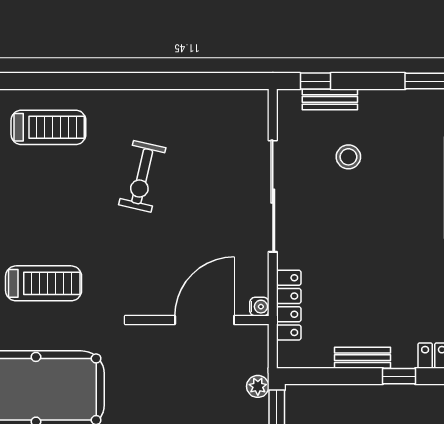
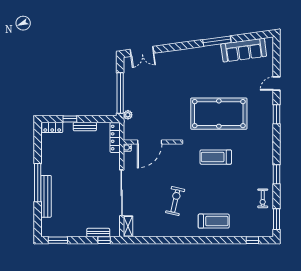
shelving: (257, 114) -> (128, 226), added
treadmill: (48, 127) -> (214, 221), turned 180
stool: (348, 157) -> (91, 209), removed
locker: (289, 305) -> (115, 138), moved

